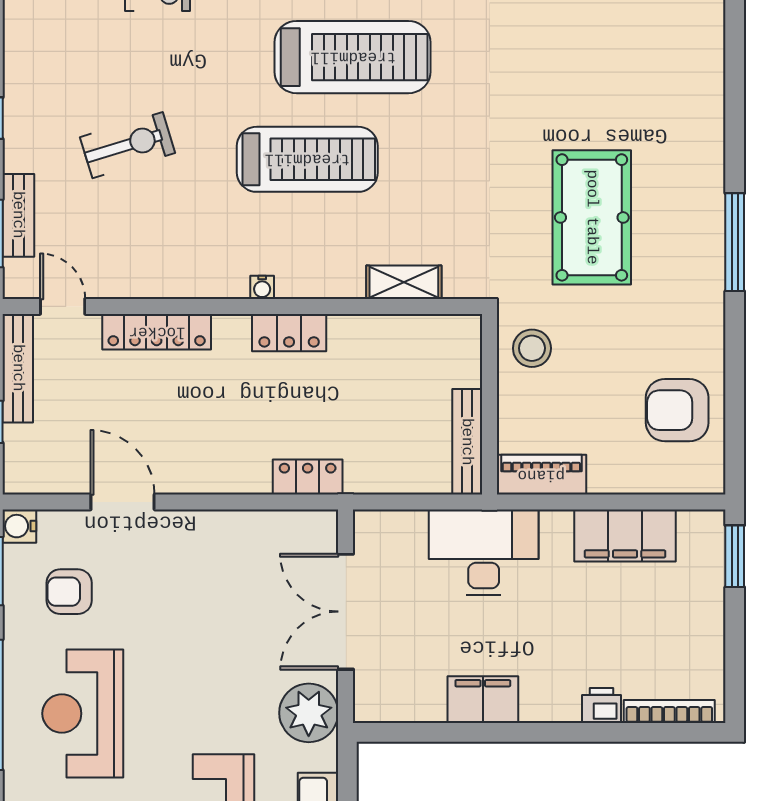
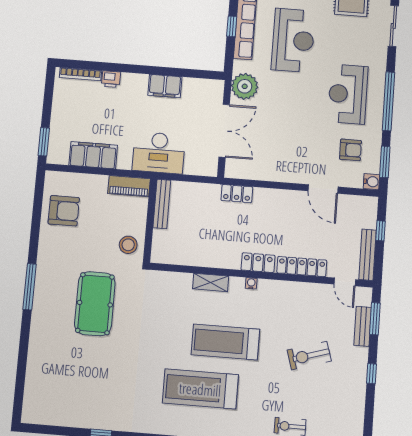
shelving: (404, 282) -> (211, 282), moved
locker: (289, 333) -> (258, 263), moved
reception desk: (83, 714) -> (348, 94), turned 180

